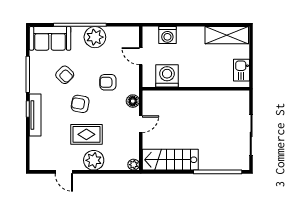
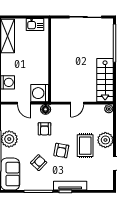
door: (141, 56) -> (24, 103), hinge flipped
washing machine: (167, 76) -> (40, 93), moved
floor lamp: (133, 101) -> (46, 109), moved
door: (141, 124) -> (77, 103), swing flipped

